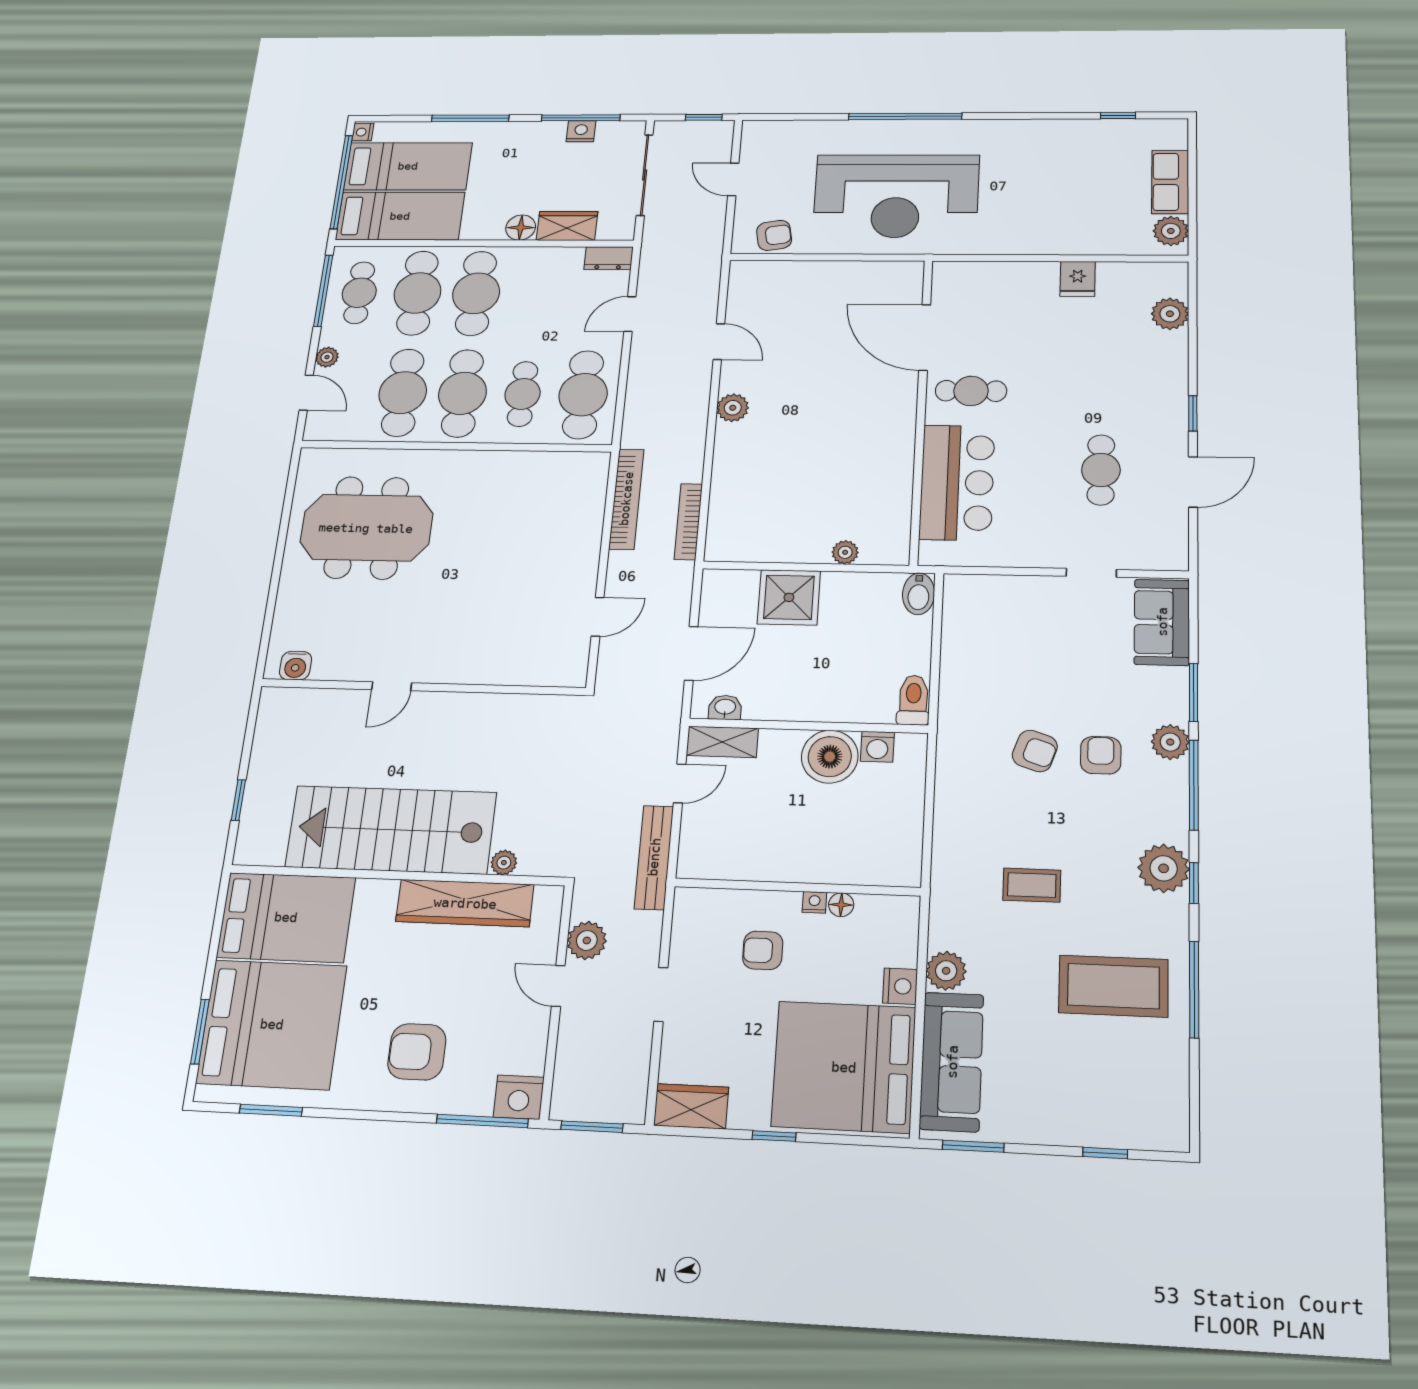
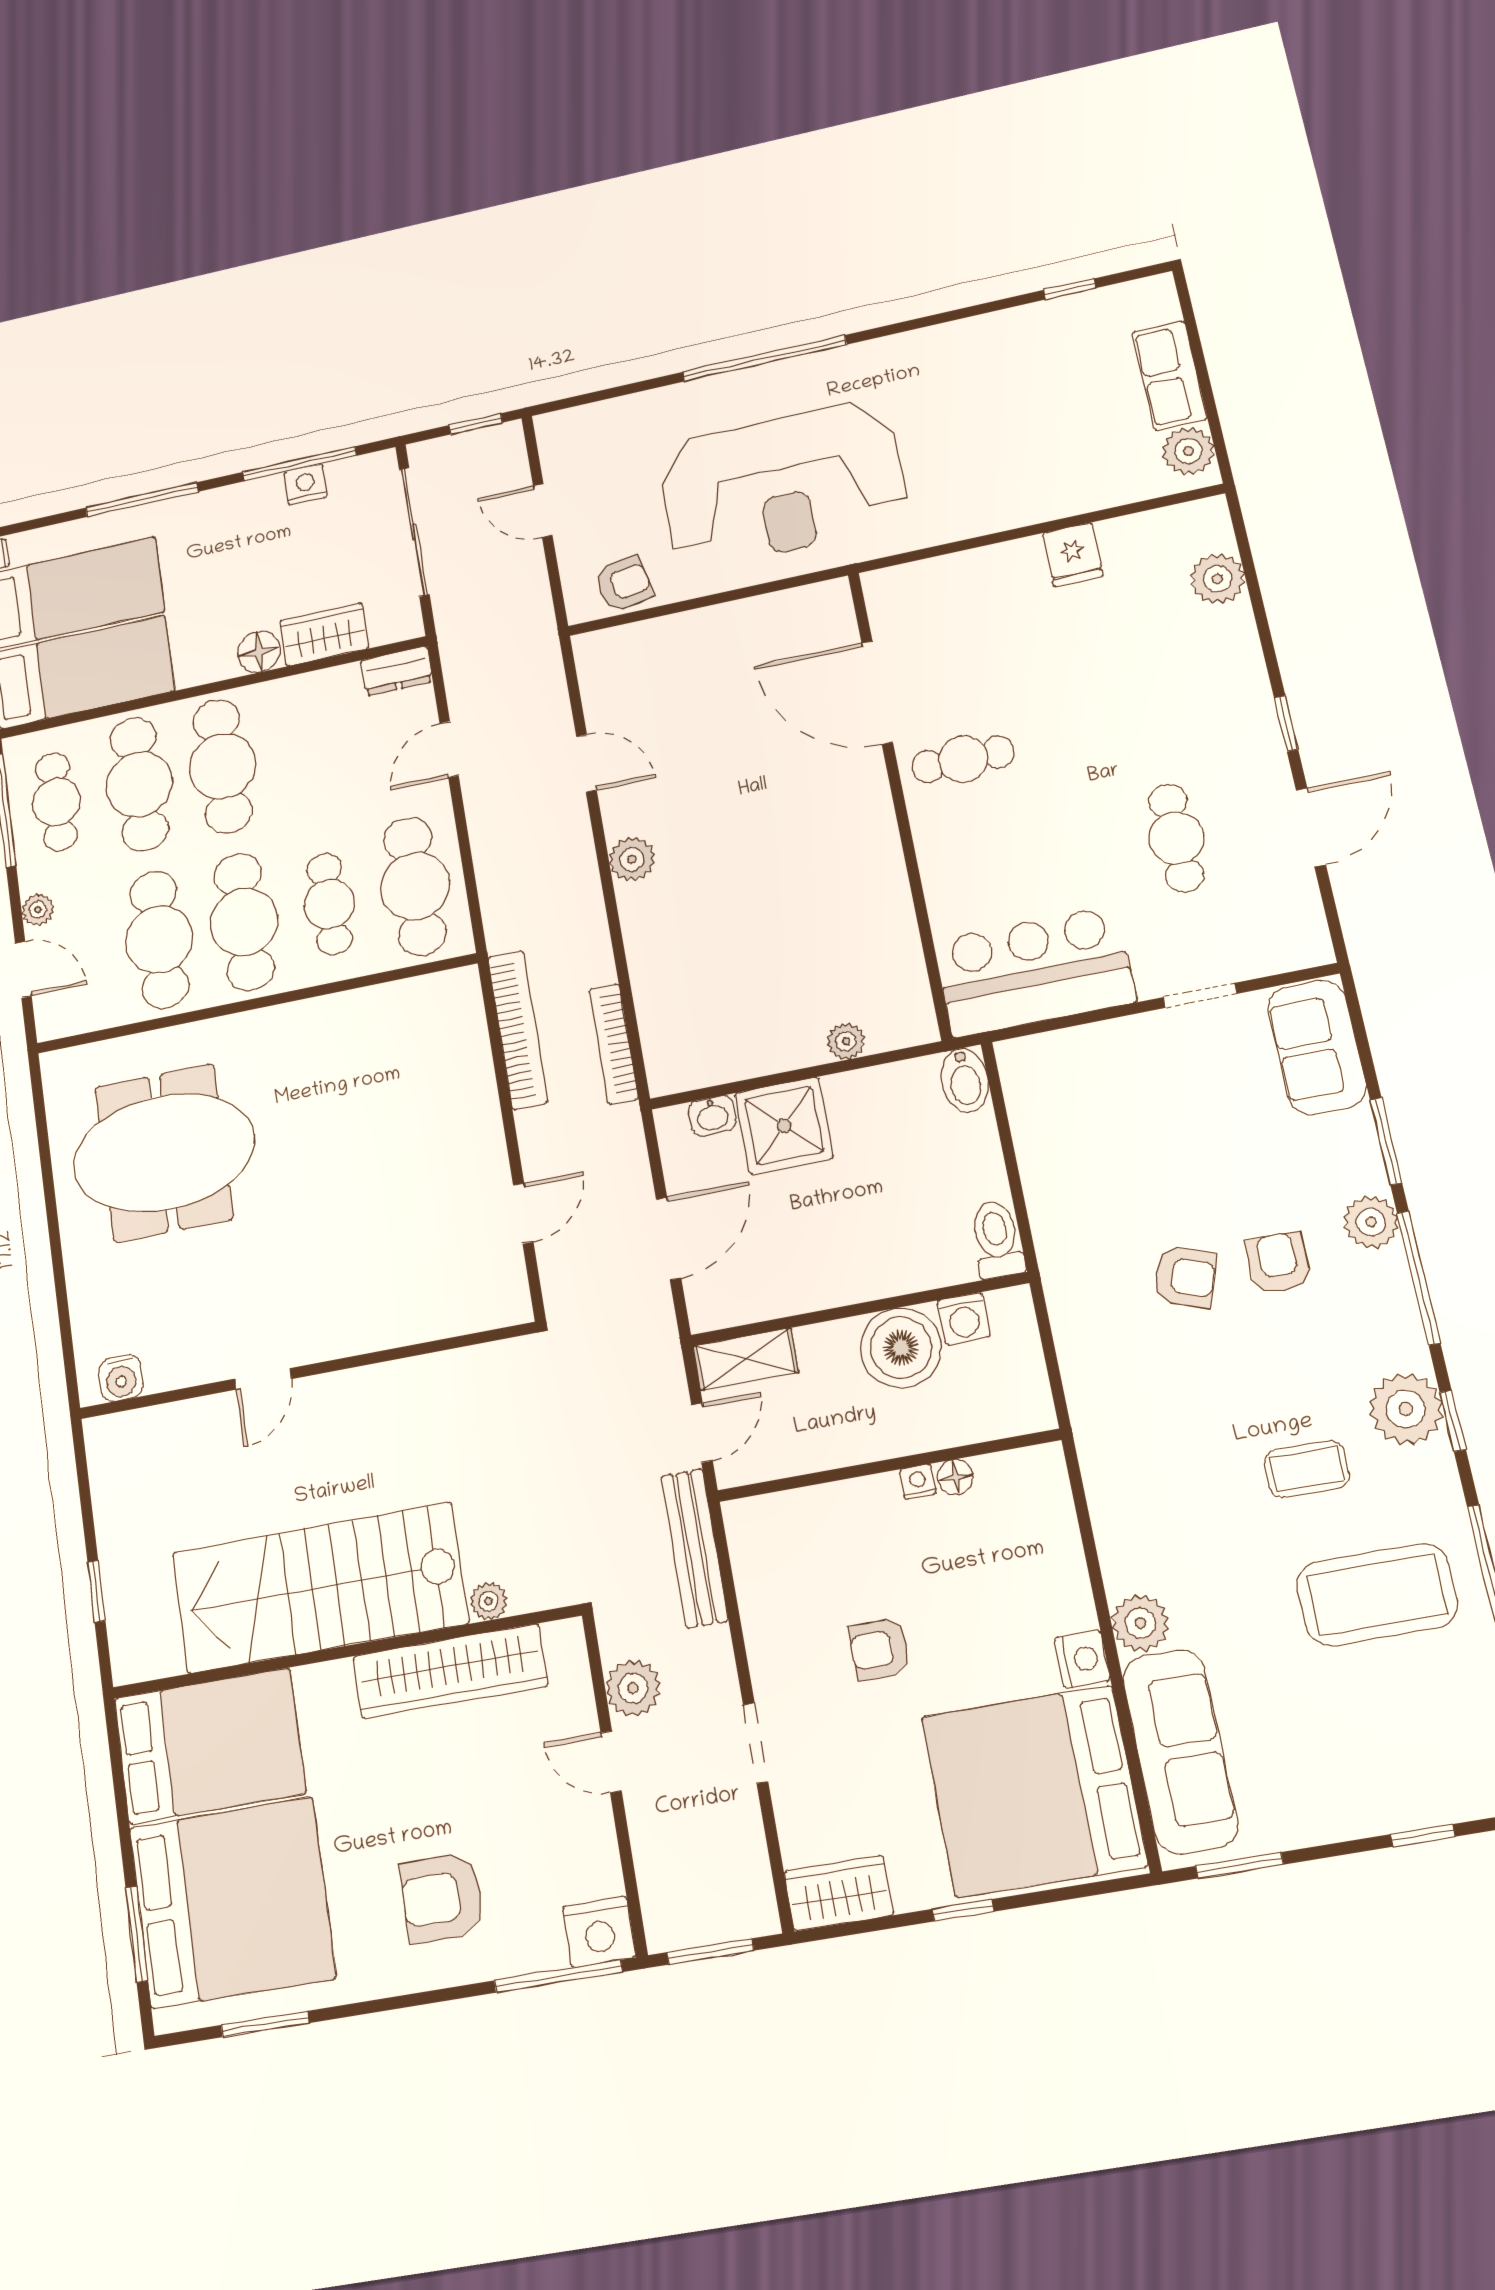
bar counter: (957, 482) -> (1035, 971), moved, turned -90
washbasin: (725, 707) -> (712, 1116), moved, turned 180
coffee table: (1032, 885) -> (1307, 1469), moved
wall: (797, 887) -> (888, 1465), moved
nightstand: (814, 902) -> (918, 1482), moved
floor lamp: (841, 905) -> (955, 1477), moved

